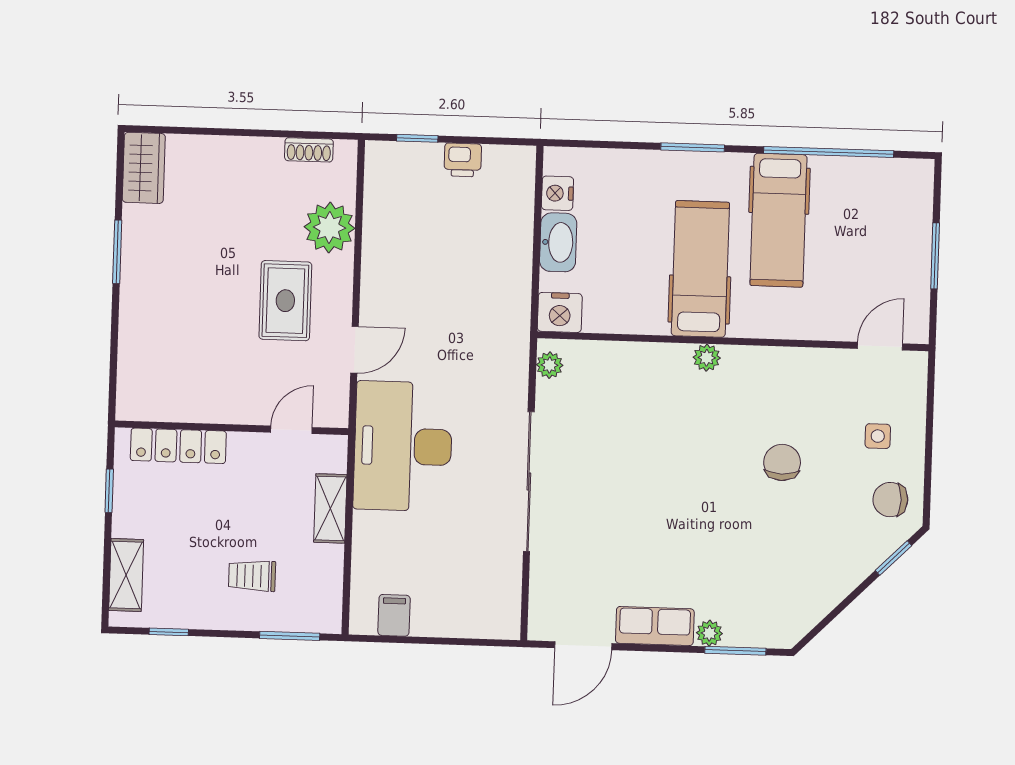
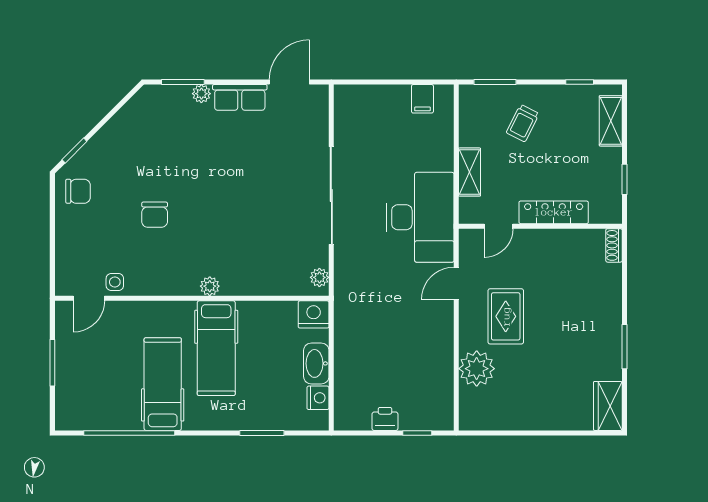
window: (693, 147) -> (262, 433), moved
shoe rack: (309, 150) -> (614, 245), moved, turned -90
side table: (878, 436) -> (115, 282), moved
locker: (178, 446) -> (554, 212), moved
trolley: (252, 576) -> (523, 123), turned 117

